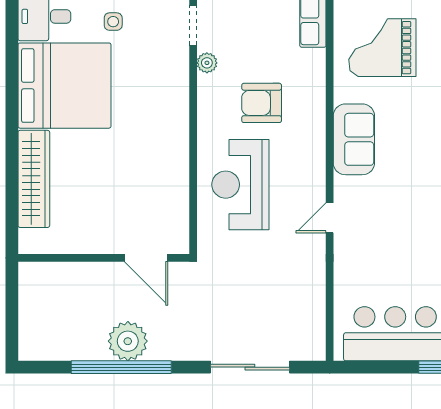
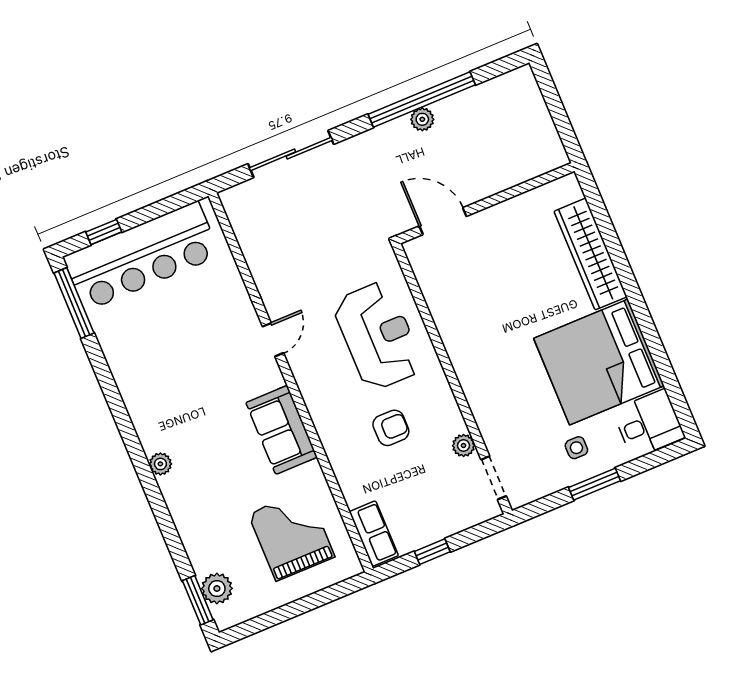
grand piano: (382, 48) -> (291, 535), turned -90
armchair: (262, 103) -> (391, 428), width x0.72, depth x0.72
plant: (128, 341) -> (422, 119), width x0.53, depth x0.53

